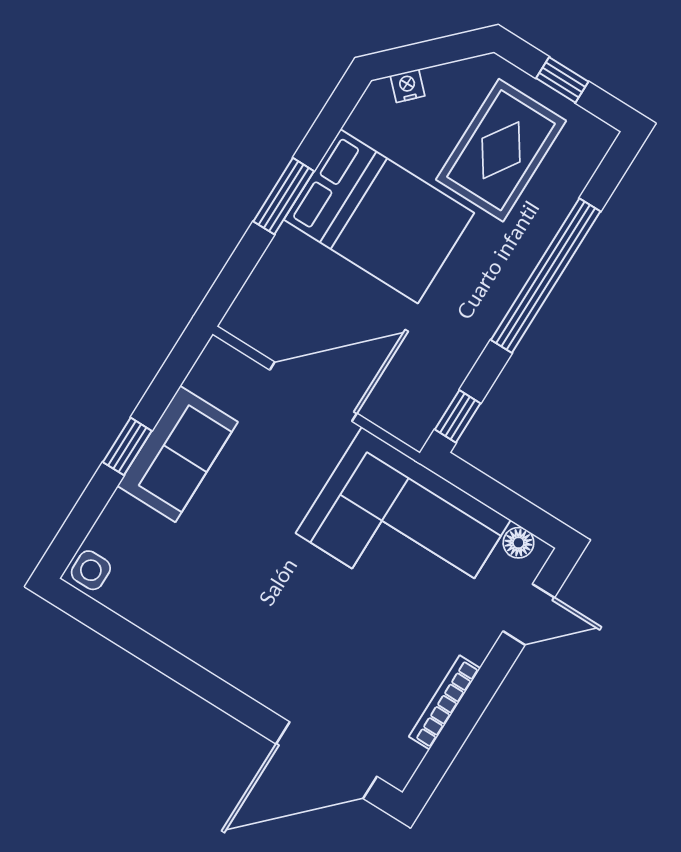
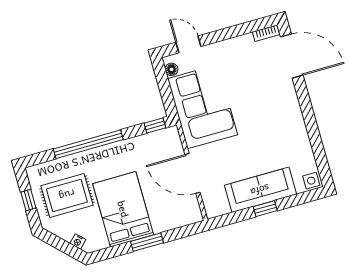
sofa: (178, 454) -> (260, 190), width x1.36
bookcase: (445, 702) -> (266, 33), moved, width x0.64

